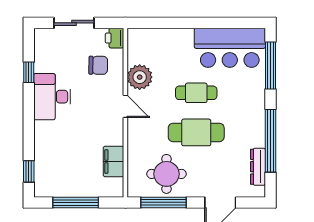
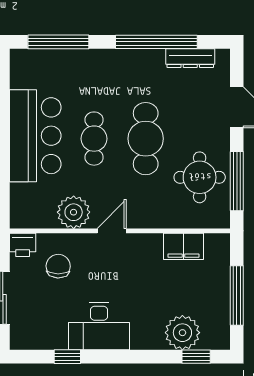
bar counter: (230, 48) -> (35, 136), moved
plant: (47, 161) -> (182, 333), added

